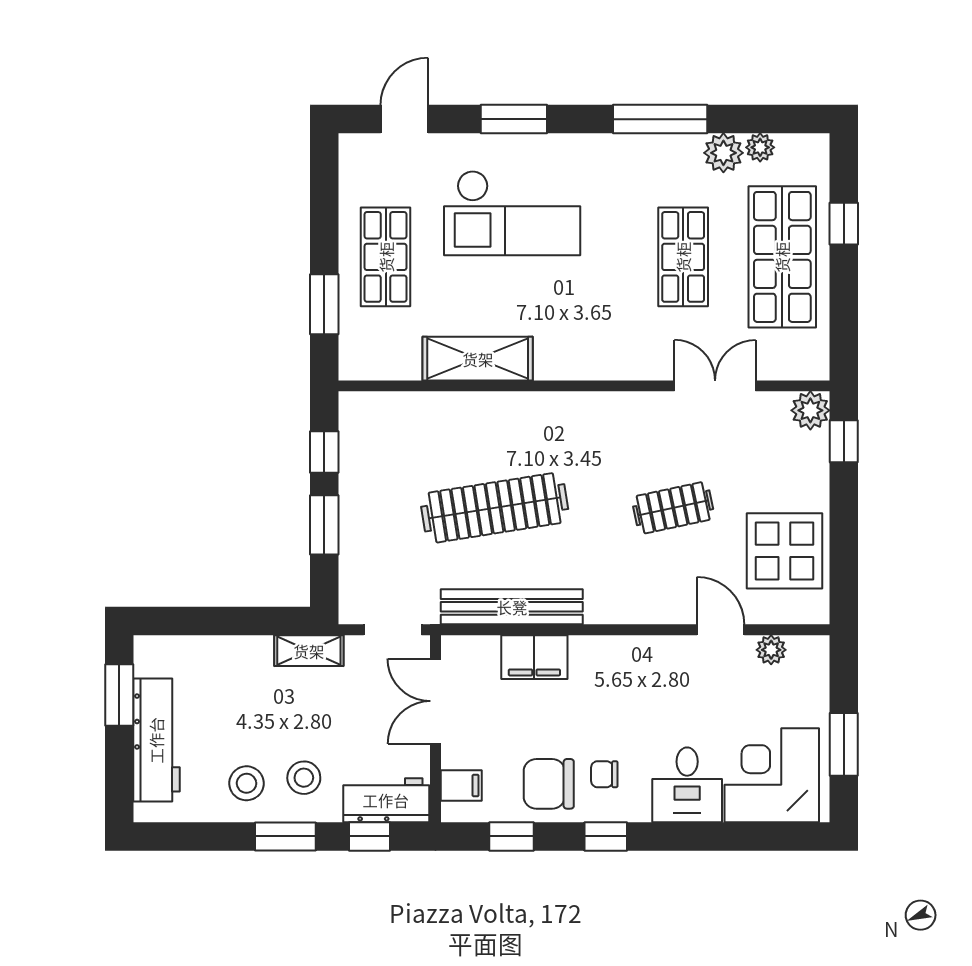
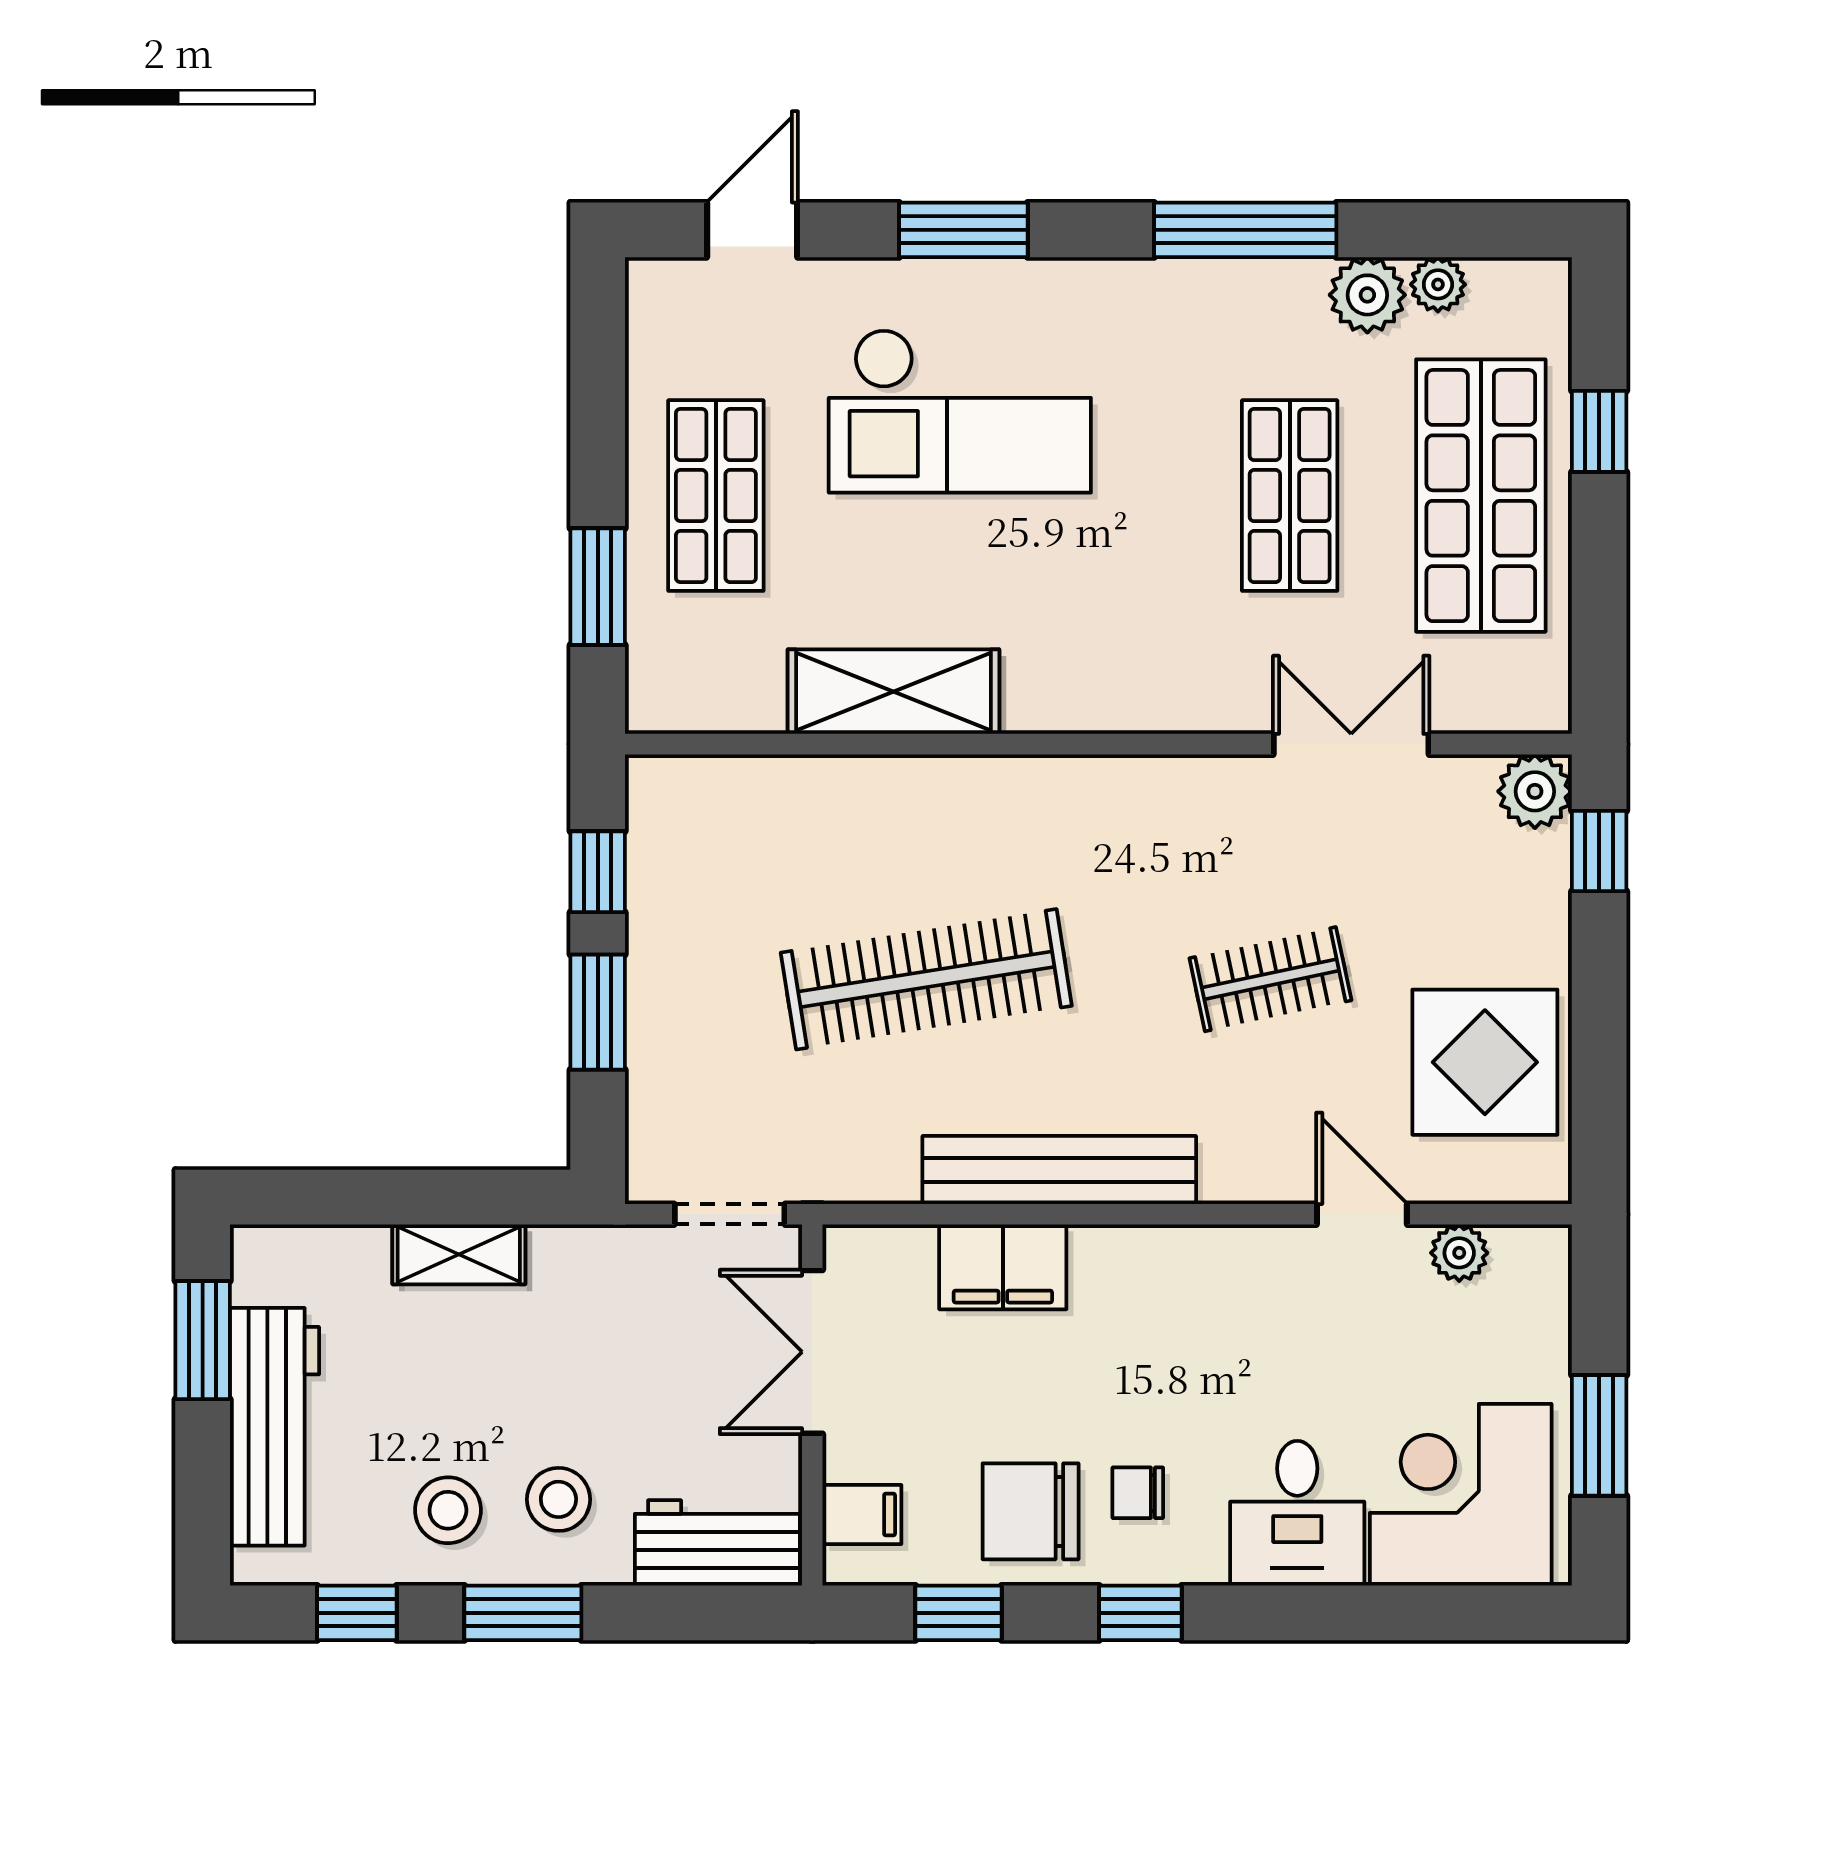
bench: (512, 607) -> (1059, 1170), moved
shelving: (309, 651) -> (459, 1254), moved
window: (370, 836) -> (357, 1613), moved

